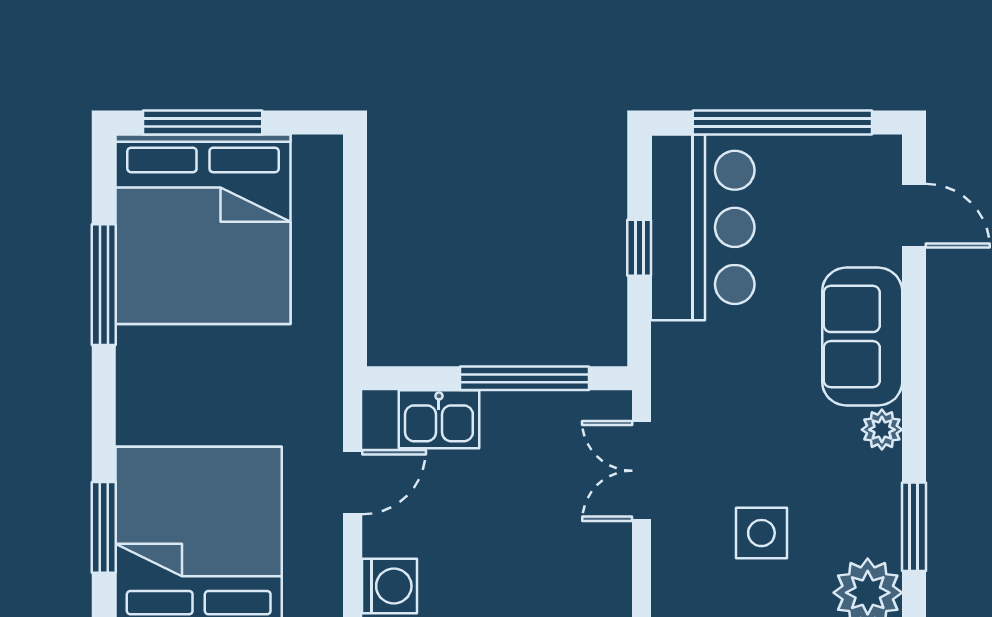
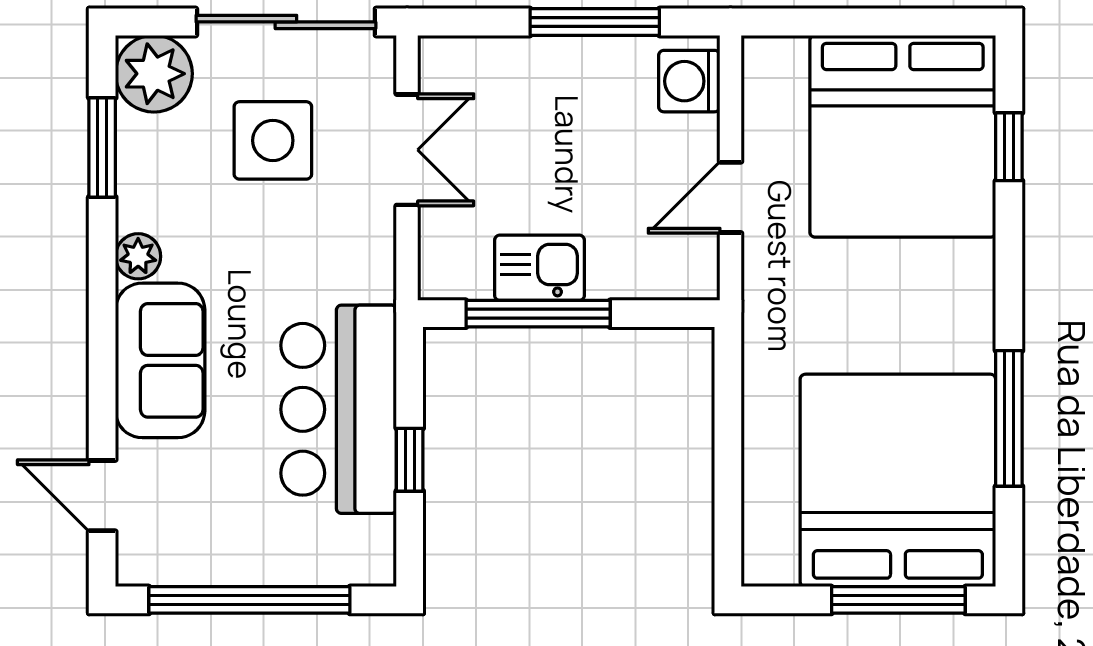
bar counter: (703, 227) -> (339, 409), moved
kitchen sink: (439, 419) -> (540, 268), moved
double door: (642, 471) -> (407, 150), moved
window: (104, 527) -> (1009, 147), width x0.67
side table: (761, 533) -> (273, 140), width x1.37, depth x1.37

